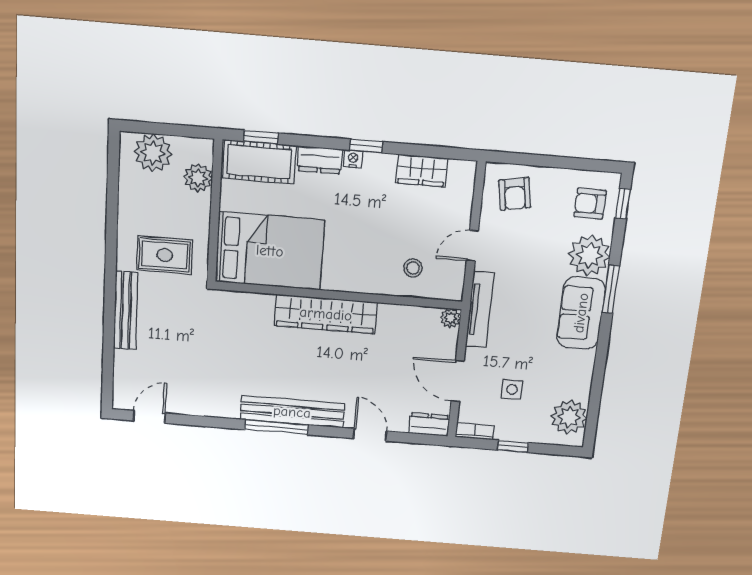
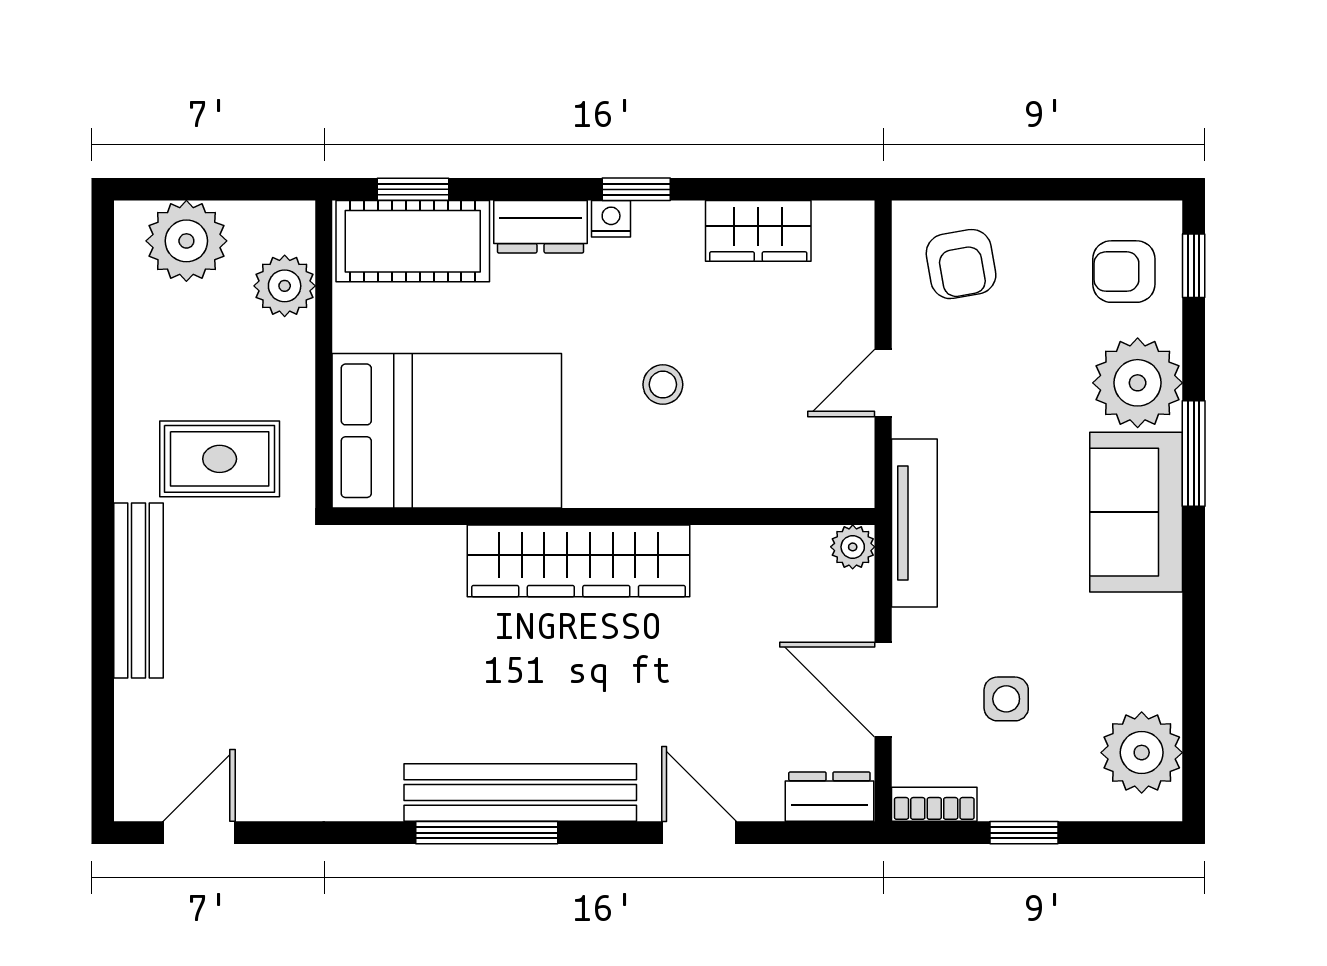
stool: (413, 268) -> (663, 385), moved

